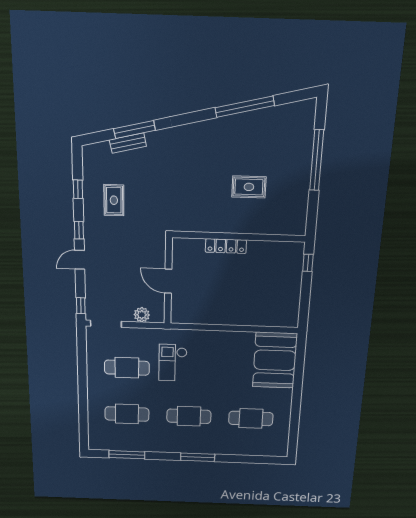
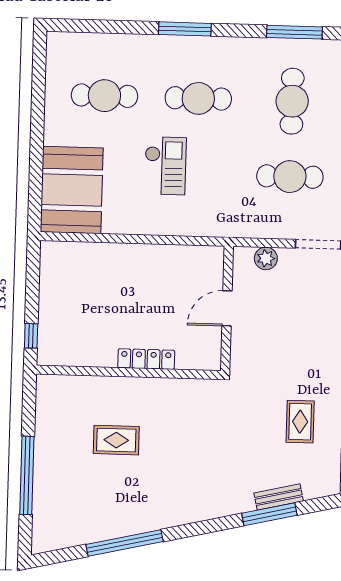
door: (168, 281) -> (227, 308), swing flipped
checkout: (173, 363) -> (165, 166), moved
cafe table: (127, 414) -> (292, 101), turned 90

